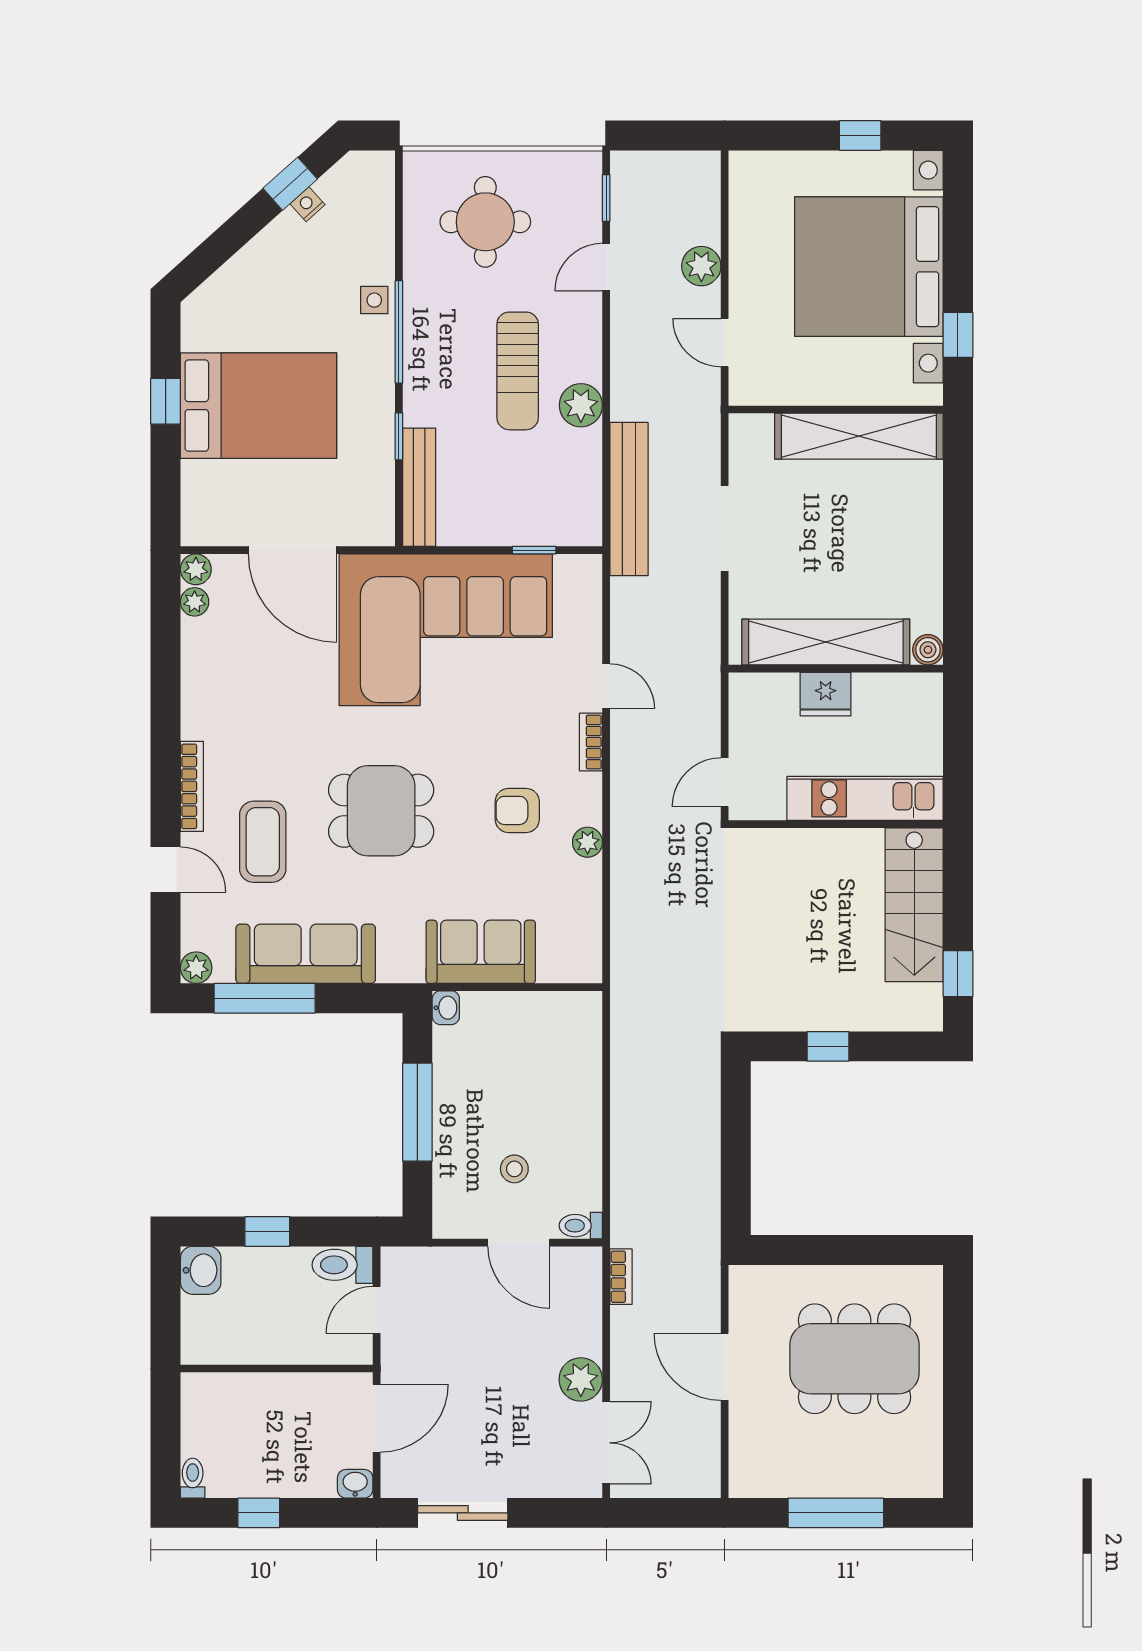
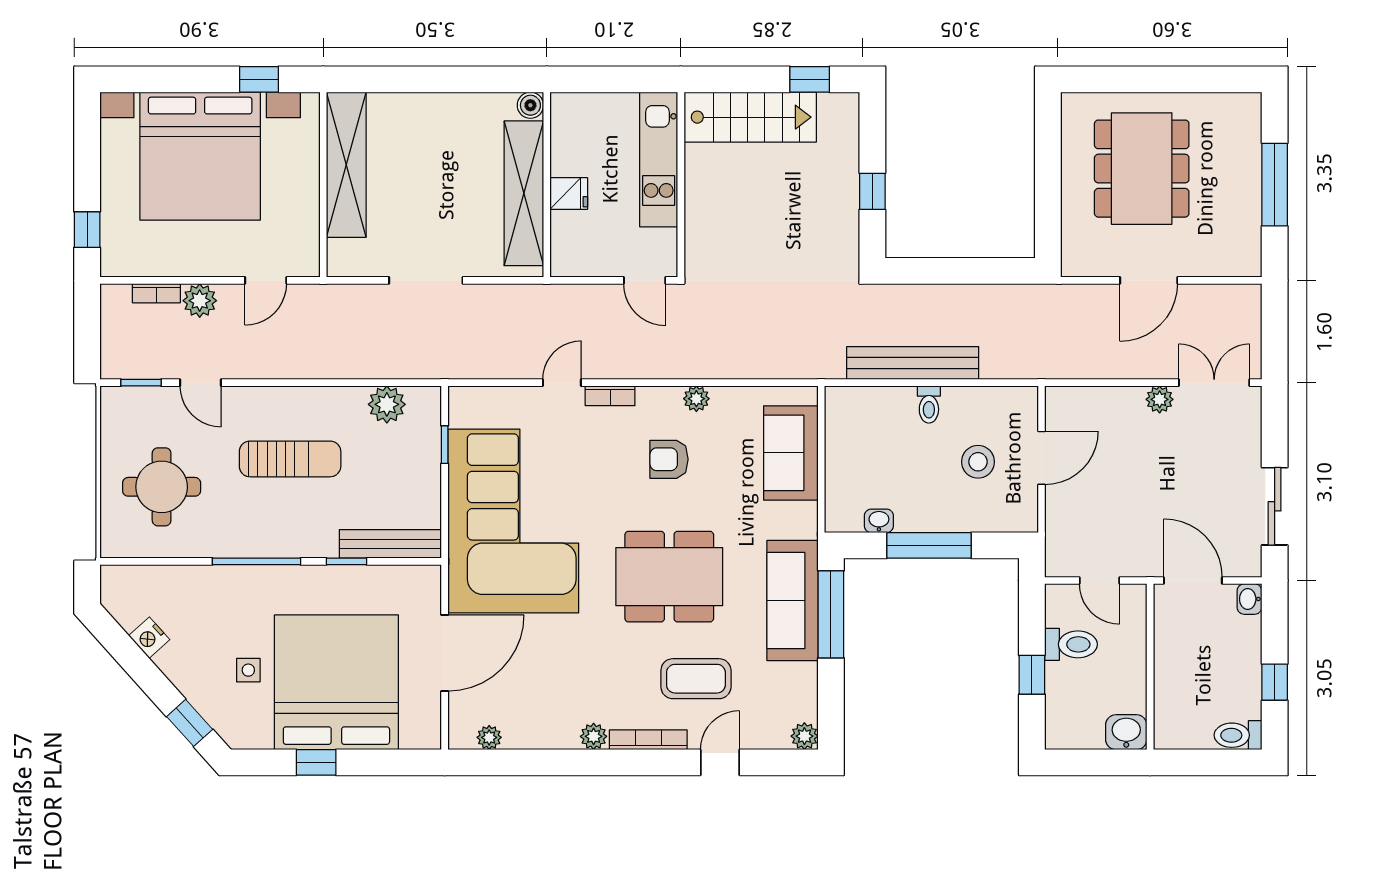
window: (860, 135) -> (87, 230), moved
window: (290, 184) -> (190, 723), moved
nightstand: (307, 204) -> (149, 638), width x1.39, depth x1.35
side table: (374, 300) -> (248, 670), moved
plant: (581, 405) -> (387, 404), moved
bed: (259, 406) -> (336, 682), width x1.36
bench: (629, 499) -> (913, 363), moved
plant: (196, 569) -> (594, 736), moved
fridge: (826, 694) -> (569, 194), width x0.72
armchair: (517, 810) -> (669, 459), turned 90
dining table: (381, 811) -> (669, 577), width x1.37
sofa: (481, 952) -> (791, 453), moved
sofa: (306, 954) -> (793, 601), moved
window: (265, 998) -> (831, 614), moved
washbasin: (446, 1008) -> (879, 521), moved
stool: (514, 1169) -> (978, 462), width x1.37, depth x1.37
toilet: (581, 1226) -> (929, 404), moved
toilet: (342, 1265) -> (1071, 644), moved, turned -90
washbasin: (201, 1270) -> (1126, 732), moved
bookcase: (621, 1277) -> (156, 293), moved, turned 180
plant: (581, 1379) -> (1160, 399), width x0.73, depth x0.73
toilet: (193, 1478) -> (1238, 735), width x1.37, depth x1.39

